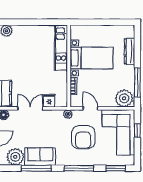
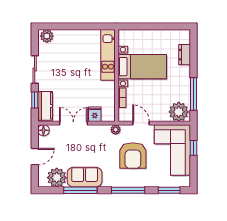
dresser: (129, 51) -> (185, 55), width x0.70

